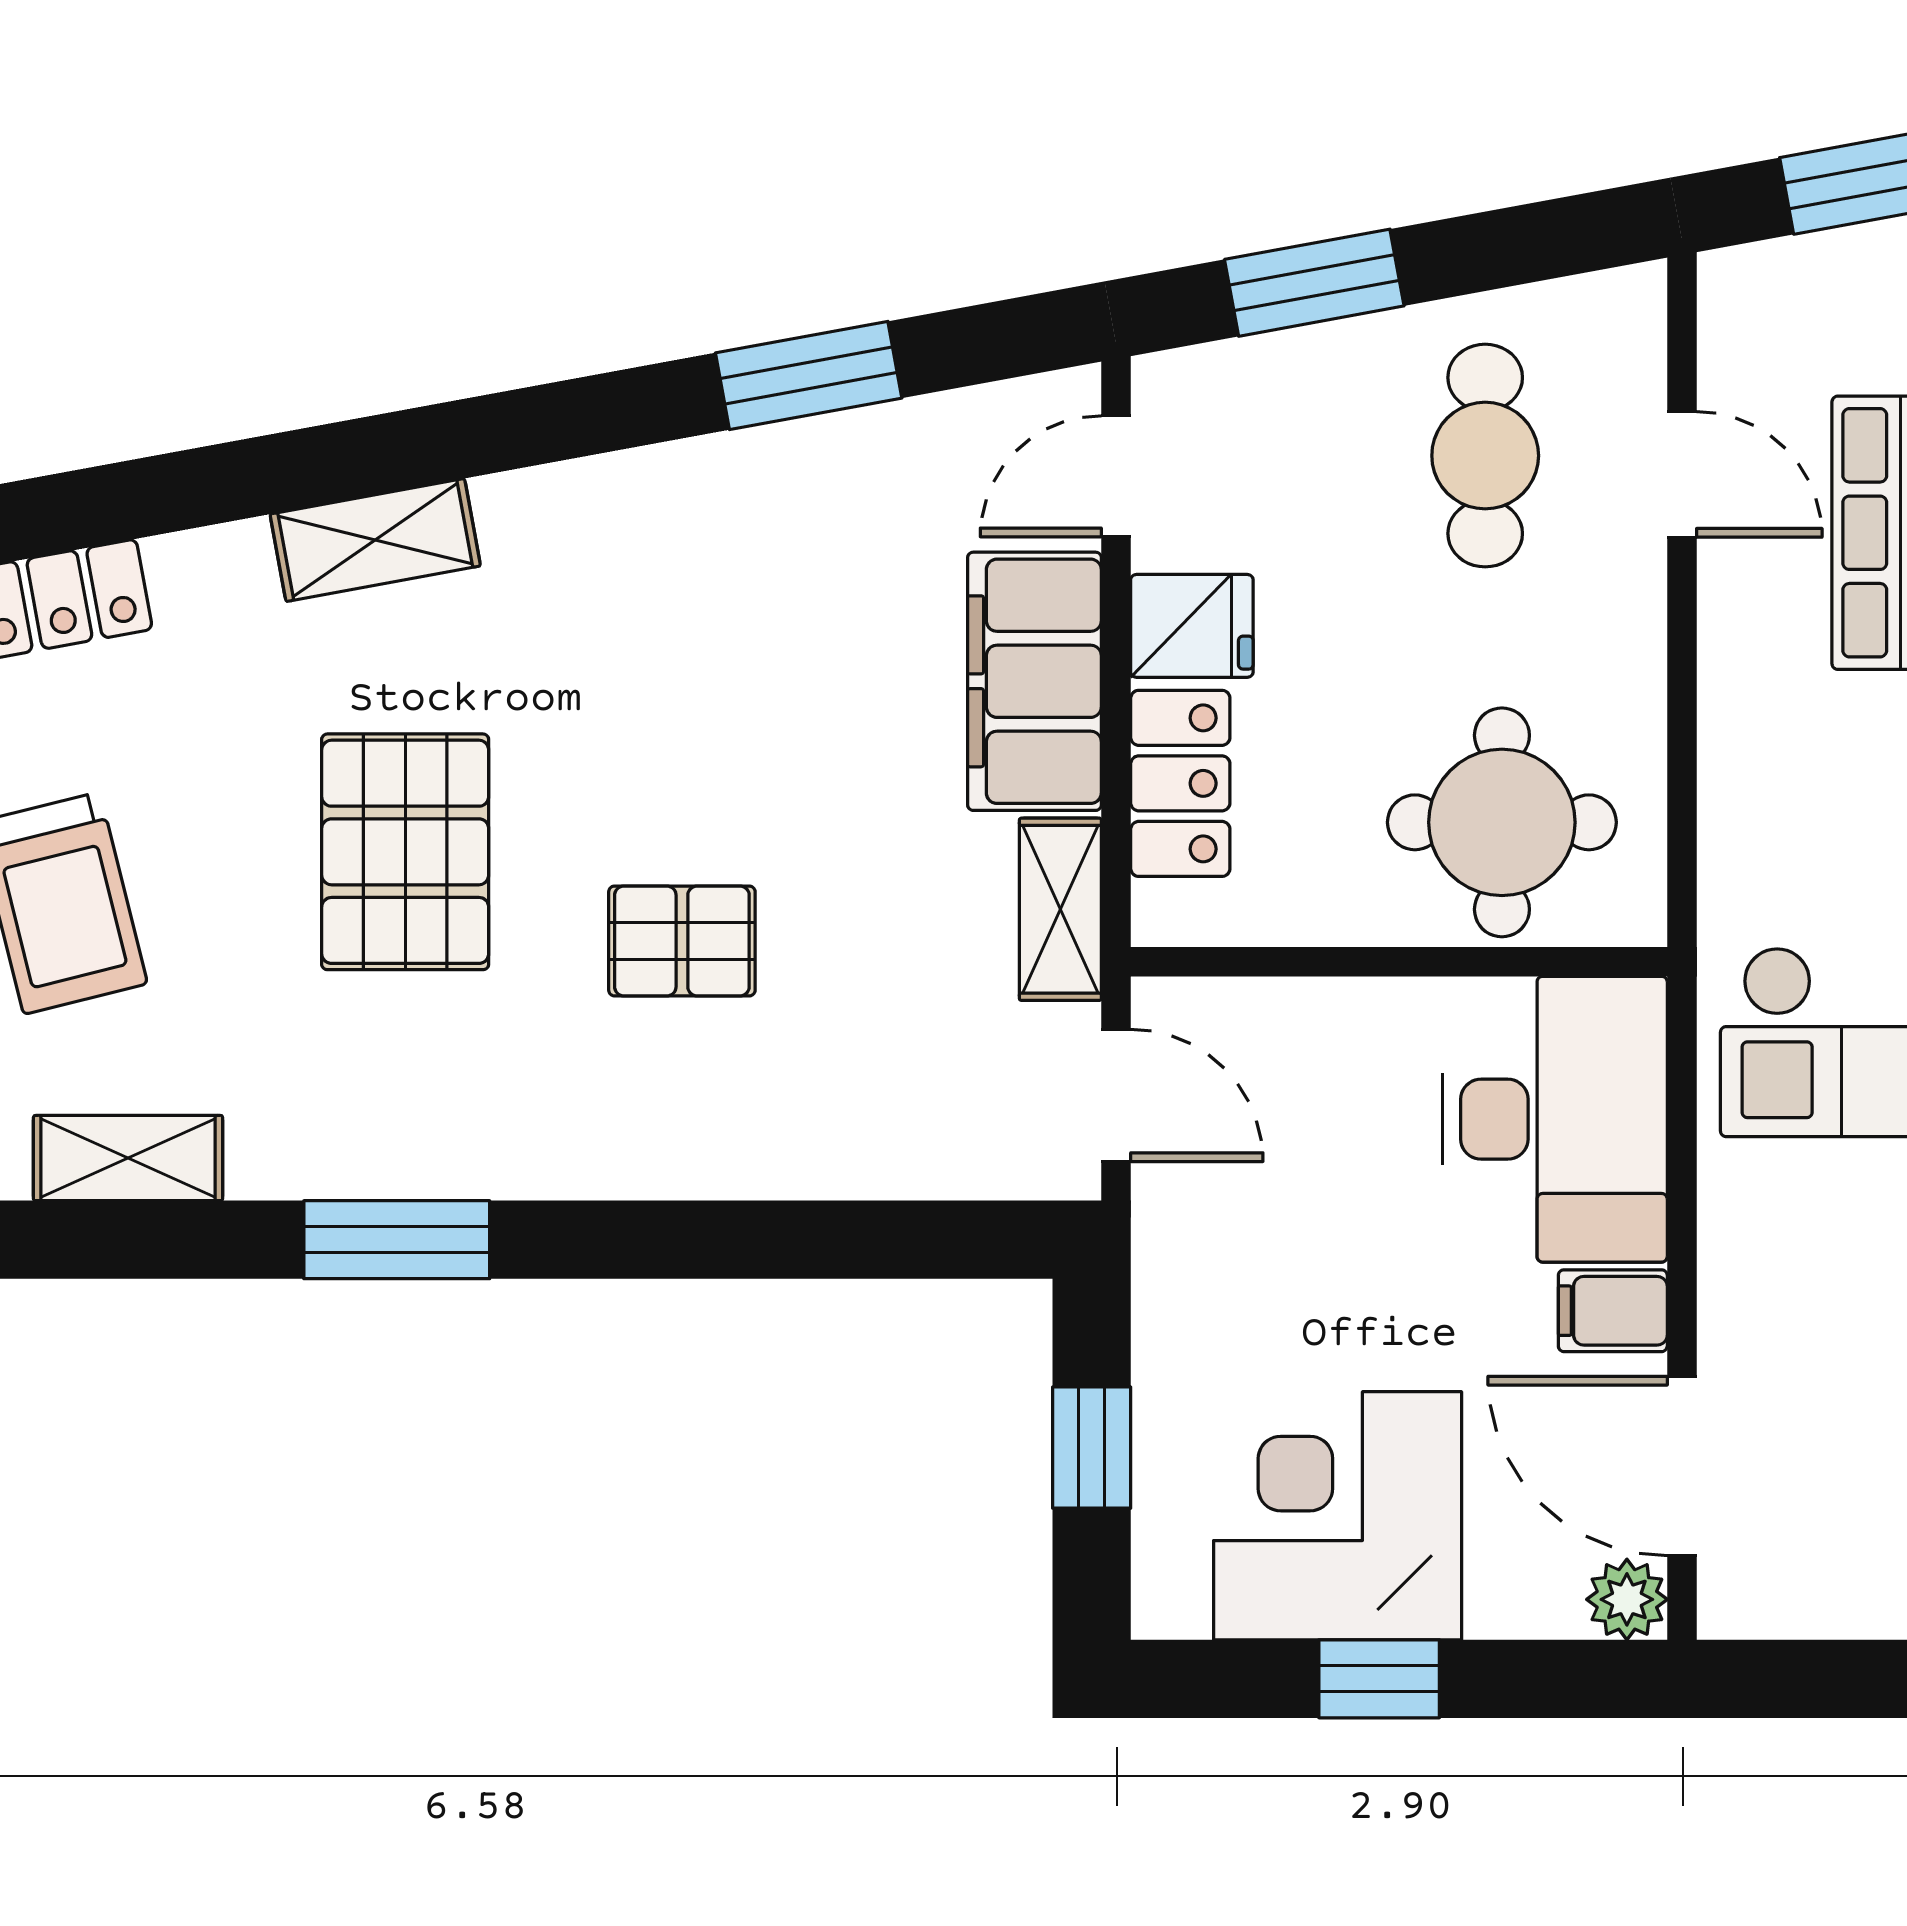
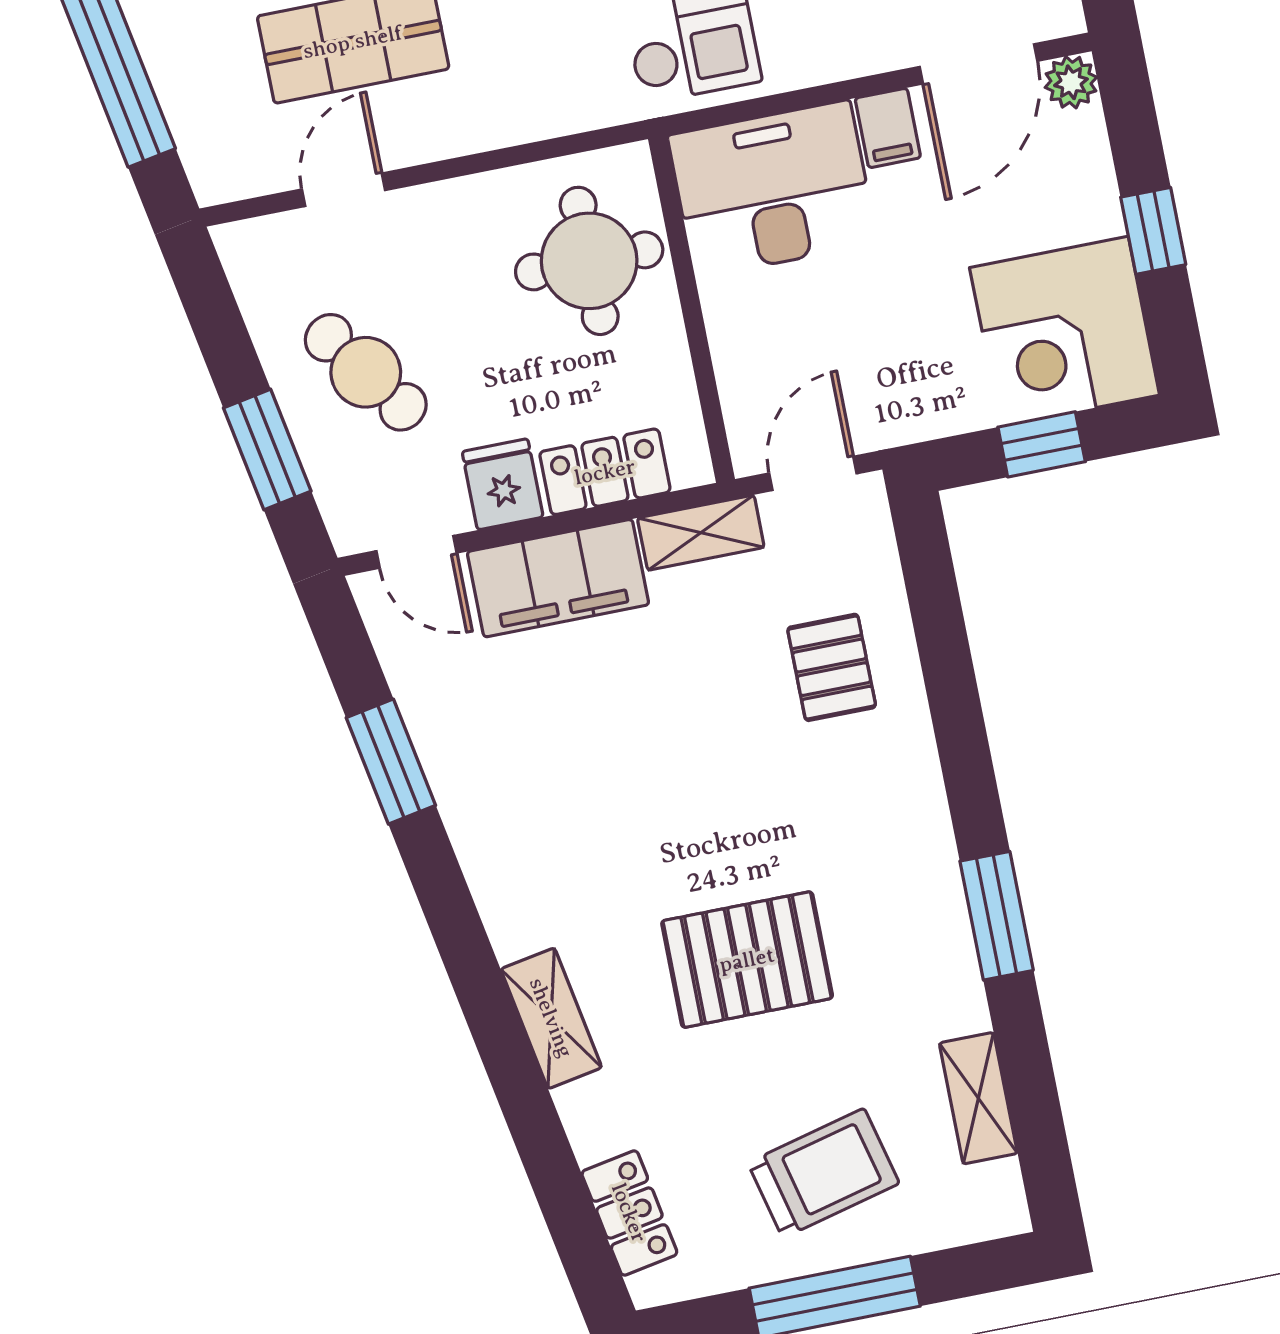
cafe table: (1485, 456) -> (366, 372), moved, turned 54
pallet: (682, 941) -> (832, 667), moved
corner desk: (1338, 1516) -> (1065, 331), moved

